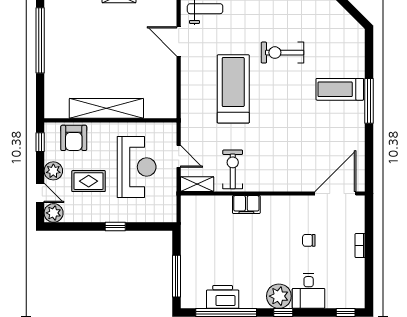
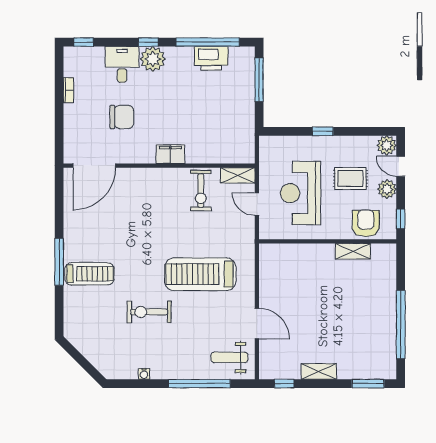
exercise bike: (282, 53) -> (149, 312), turned 180
treadmill: (233, 89) -> (200, 274), turned 90
shelving: (106, 108) -> (353, 251), width x0.45, depth x0.75
filing cabinet: (246, 205) -> (170, 154), moved
chair: (309, 240) -> (122, 117), width x1.87, depth x1.87
bookcase: (360, 246) -> (68, 90), moved

